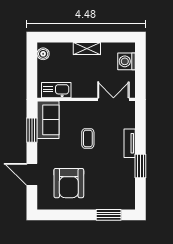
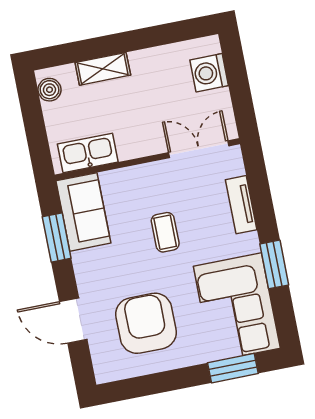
shelving: (87, 49) -> (103, 69), moved
tv unit: (130, 143) -> (241, 205), moved
armchair: (69, 183) -> (146, 323), turned 180
corner sofa: (117, 184) -> (237, 307), added

